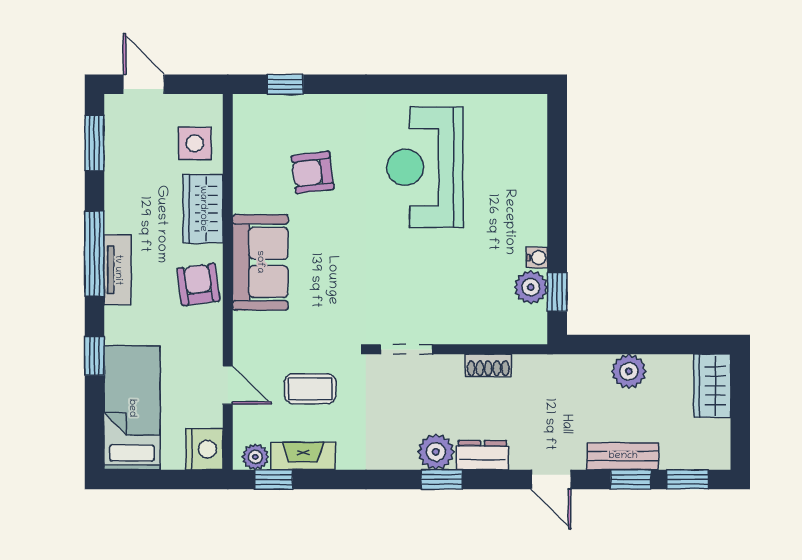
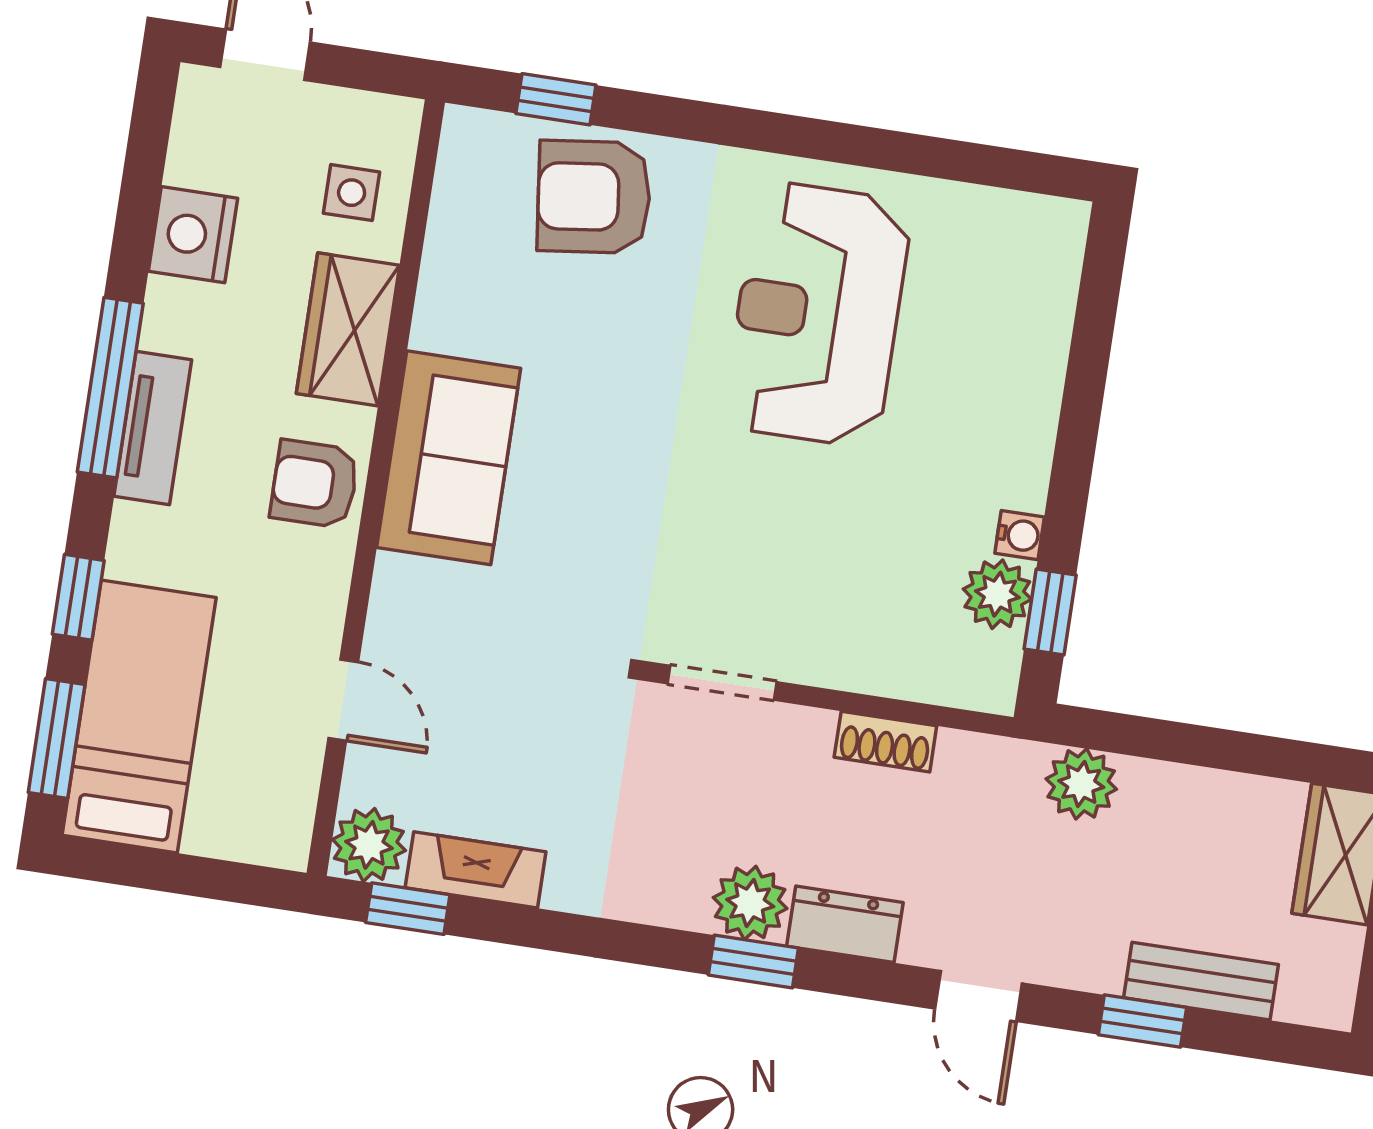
window: (94, 143) -> (57, 739), moved
side table: (195, 143) -> (352, 193), width x0.73, depth x0.73
armchair: (313, 172) -> (594, 197), moved, width x1.38, depth x1.38
armchair: (198, 284) -> (314, 484), turned -82
plant: (629, 371) -> (1081, 784), moved
coffee table: (310, 389) -> (512, 734), removed
nightstand: (204, 449) -> (193, 235), moved, turned 180
bench: (623, 456) -> (1201, 981), moved
plant: (255, 457) -> (369, 845), width x1.38, depth x1.38
window: (687, 479) -> (1259, 1039), removed

